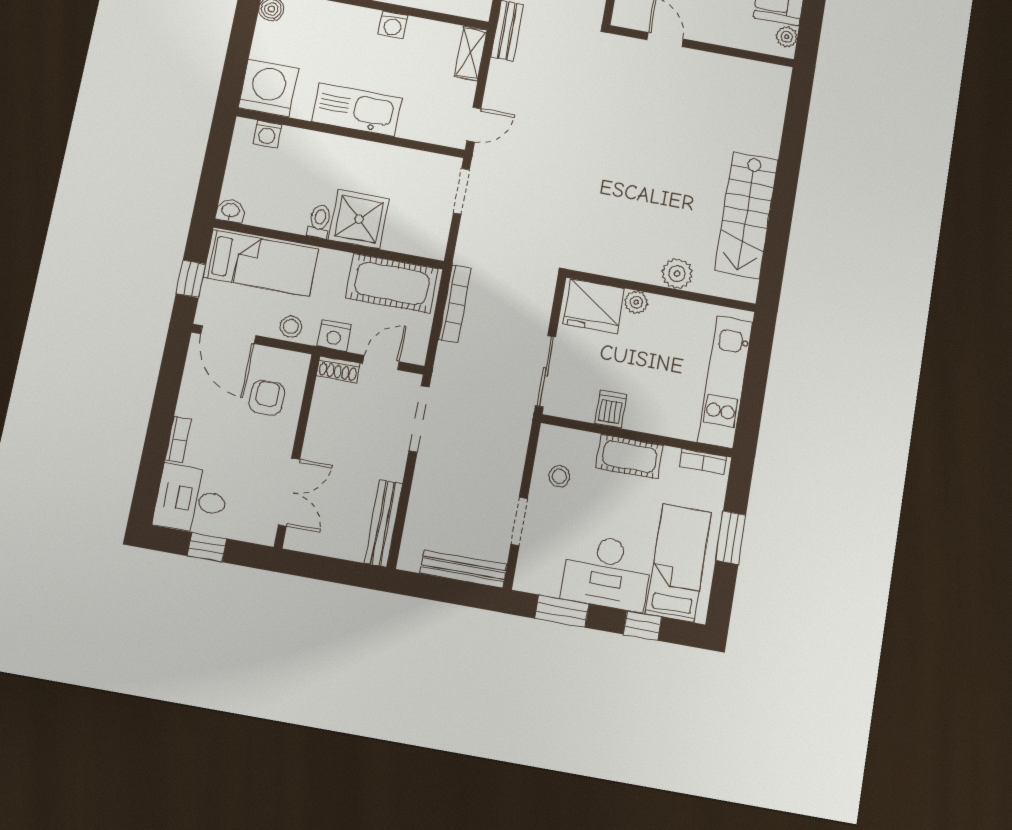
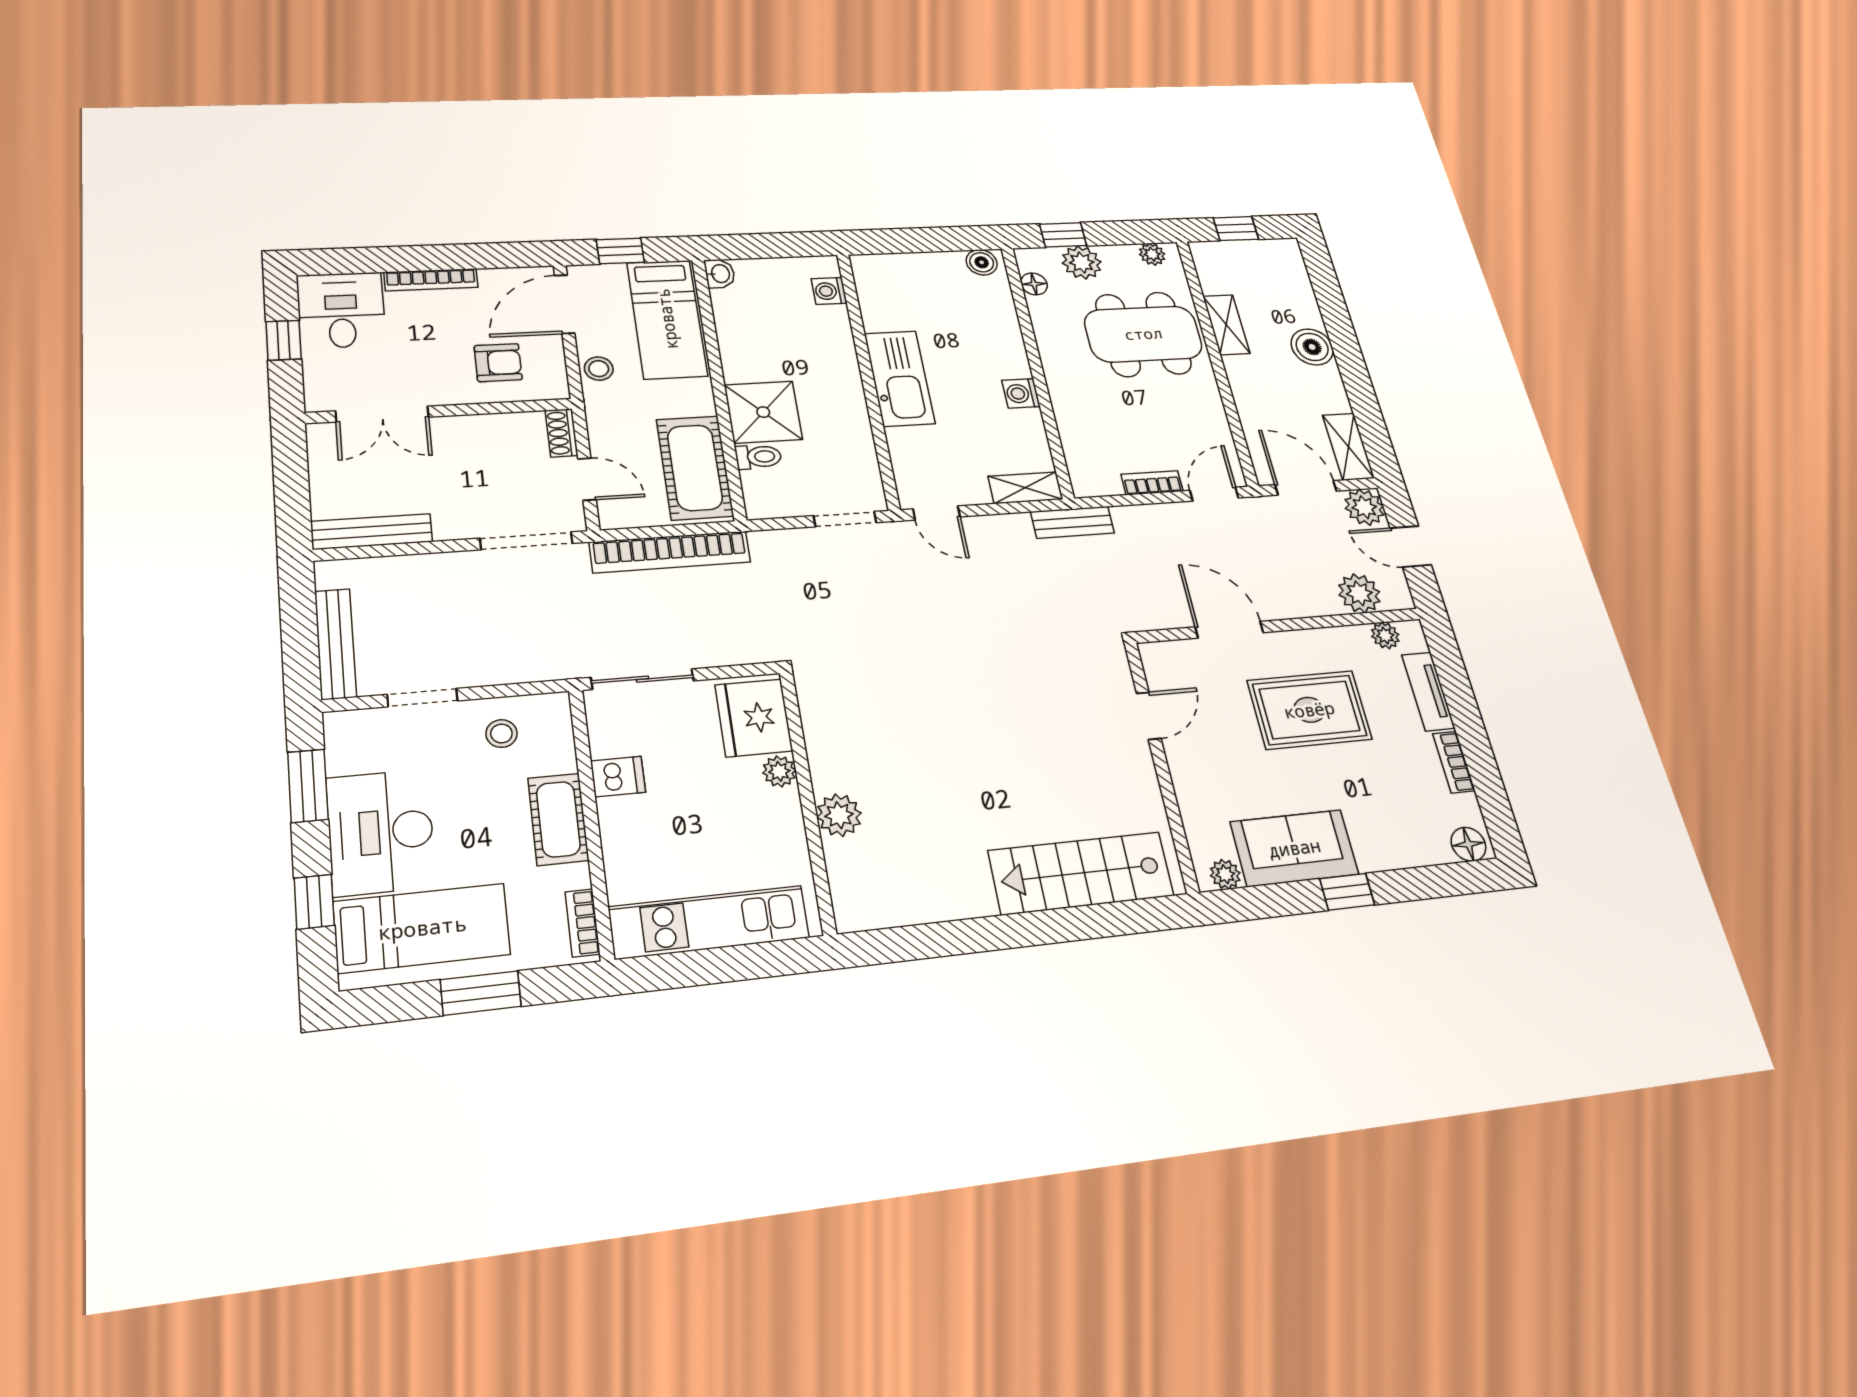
washing machine: (268, 88) -> (885, 280), removed
stairs: (746, 215) -> (1081, 873), moved
toilet: (319, 221) -> (758, 457), moved
bookcase: (455, 304) -> (670, 552), width x1.48, depth x1.31
nightstand: (334, 336) -> (604, 418), removed
bookcase: (178, 439) -> (431, 280), width x1.56

